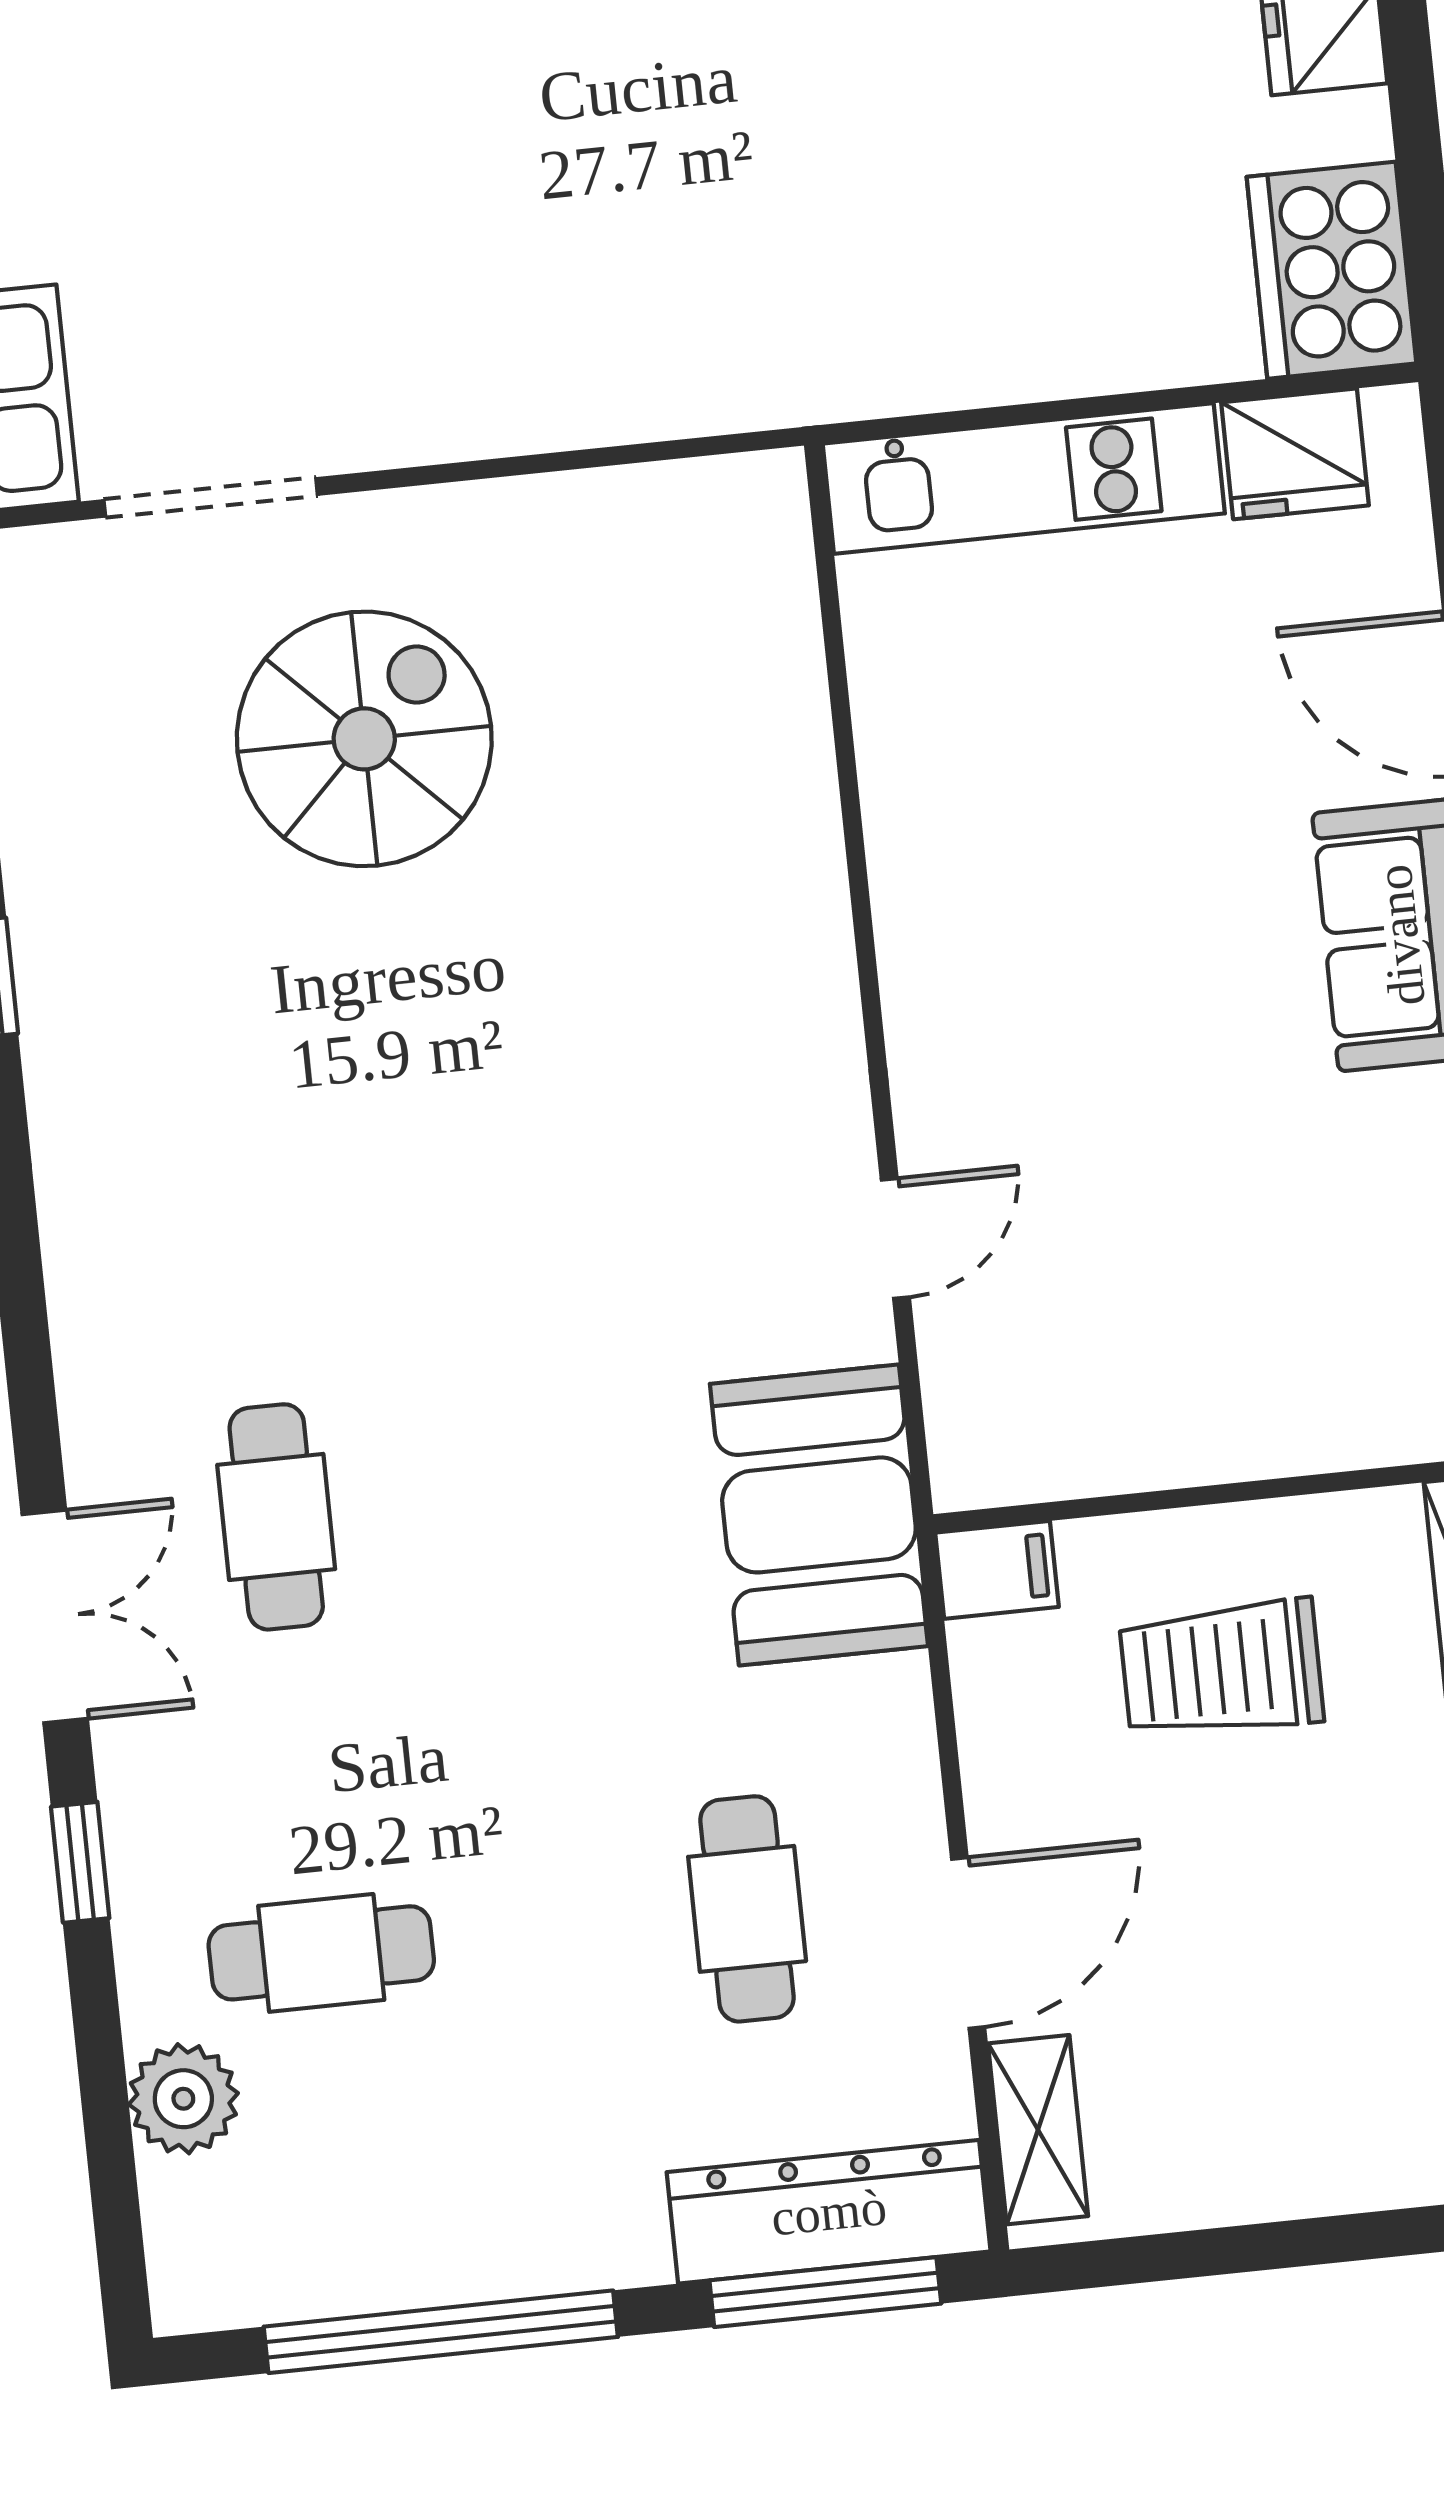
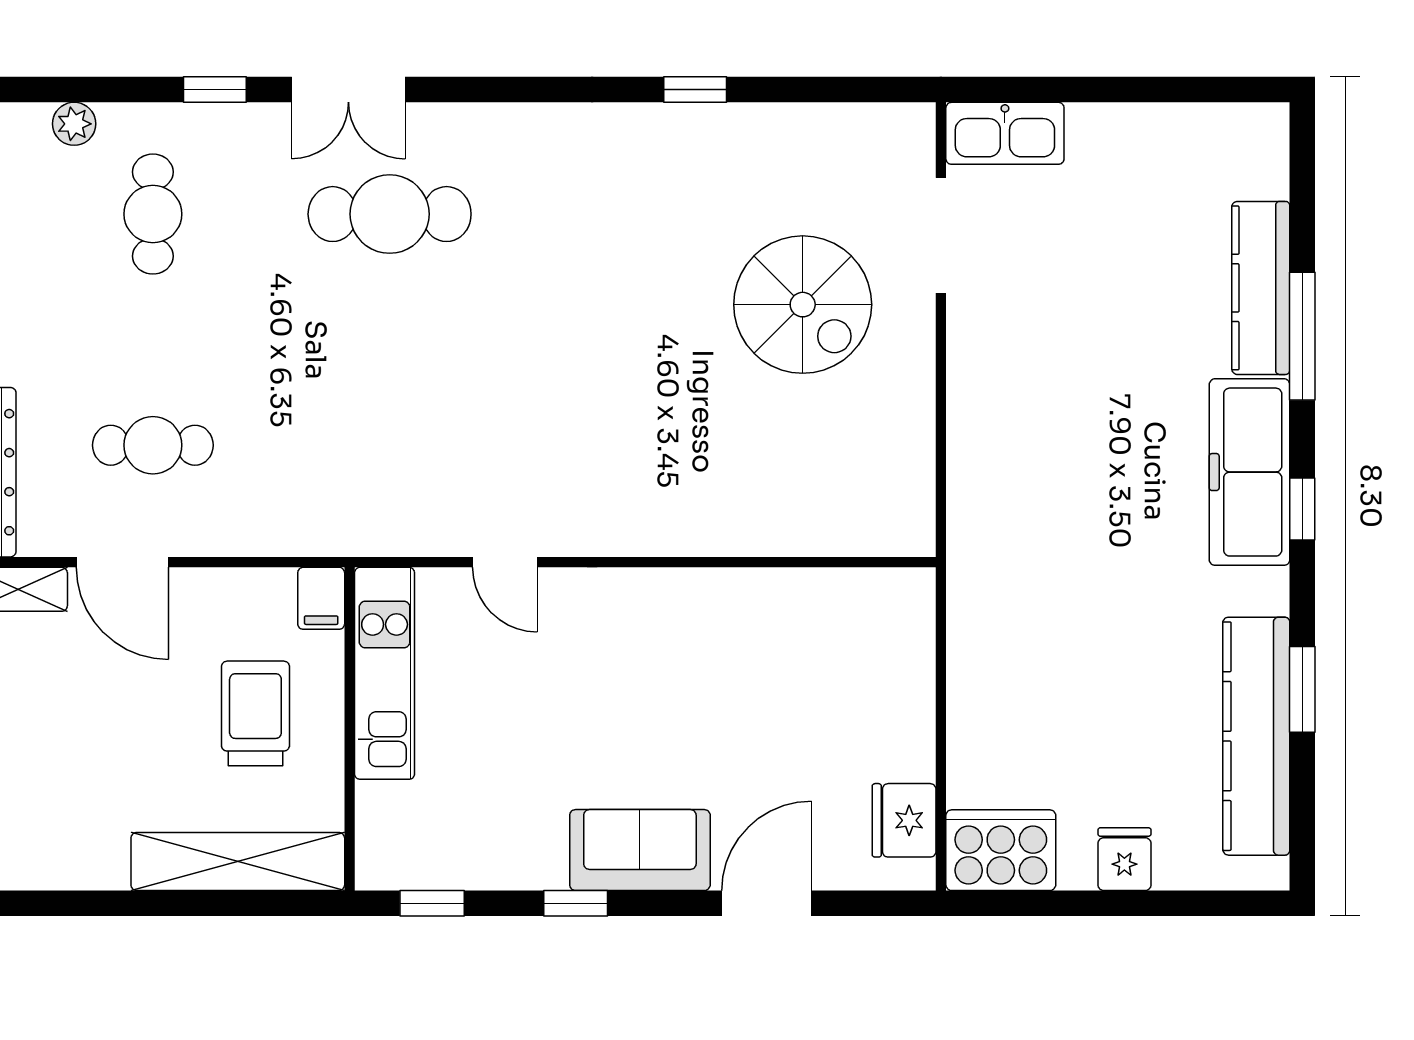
kitchen unit: (1024, 479) -> (385, 673), moved, turned 180
booth: (819, 1515) -> (361, 506), removed
cafe table: (276, 1517) -> (390, 214), width x1.37, depth x1.35
plant: (183, 2099) -> (74, 124), width x0.73, depth x0.73

